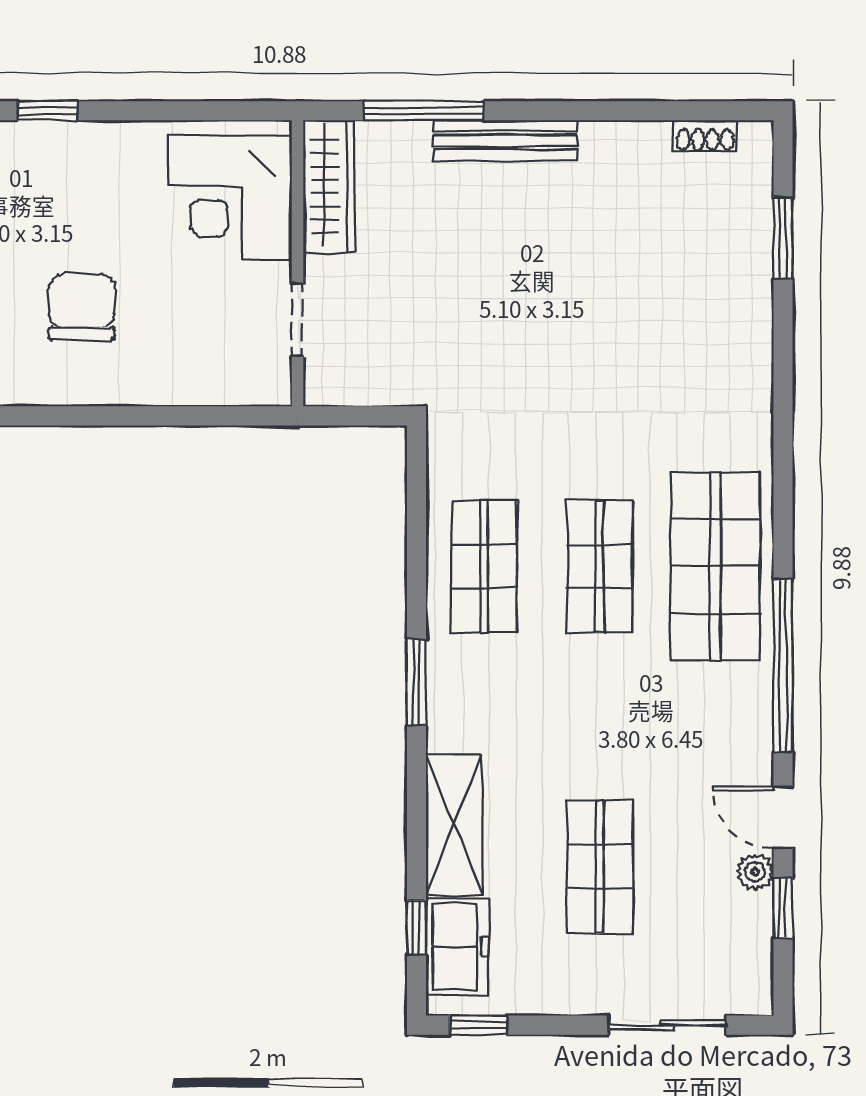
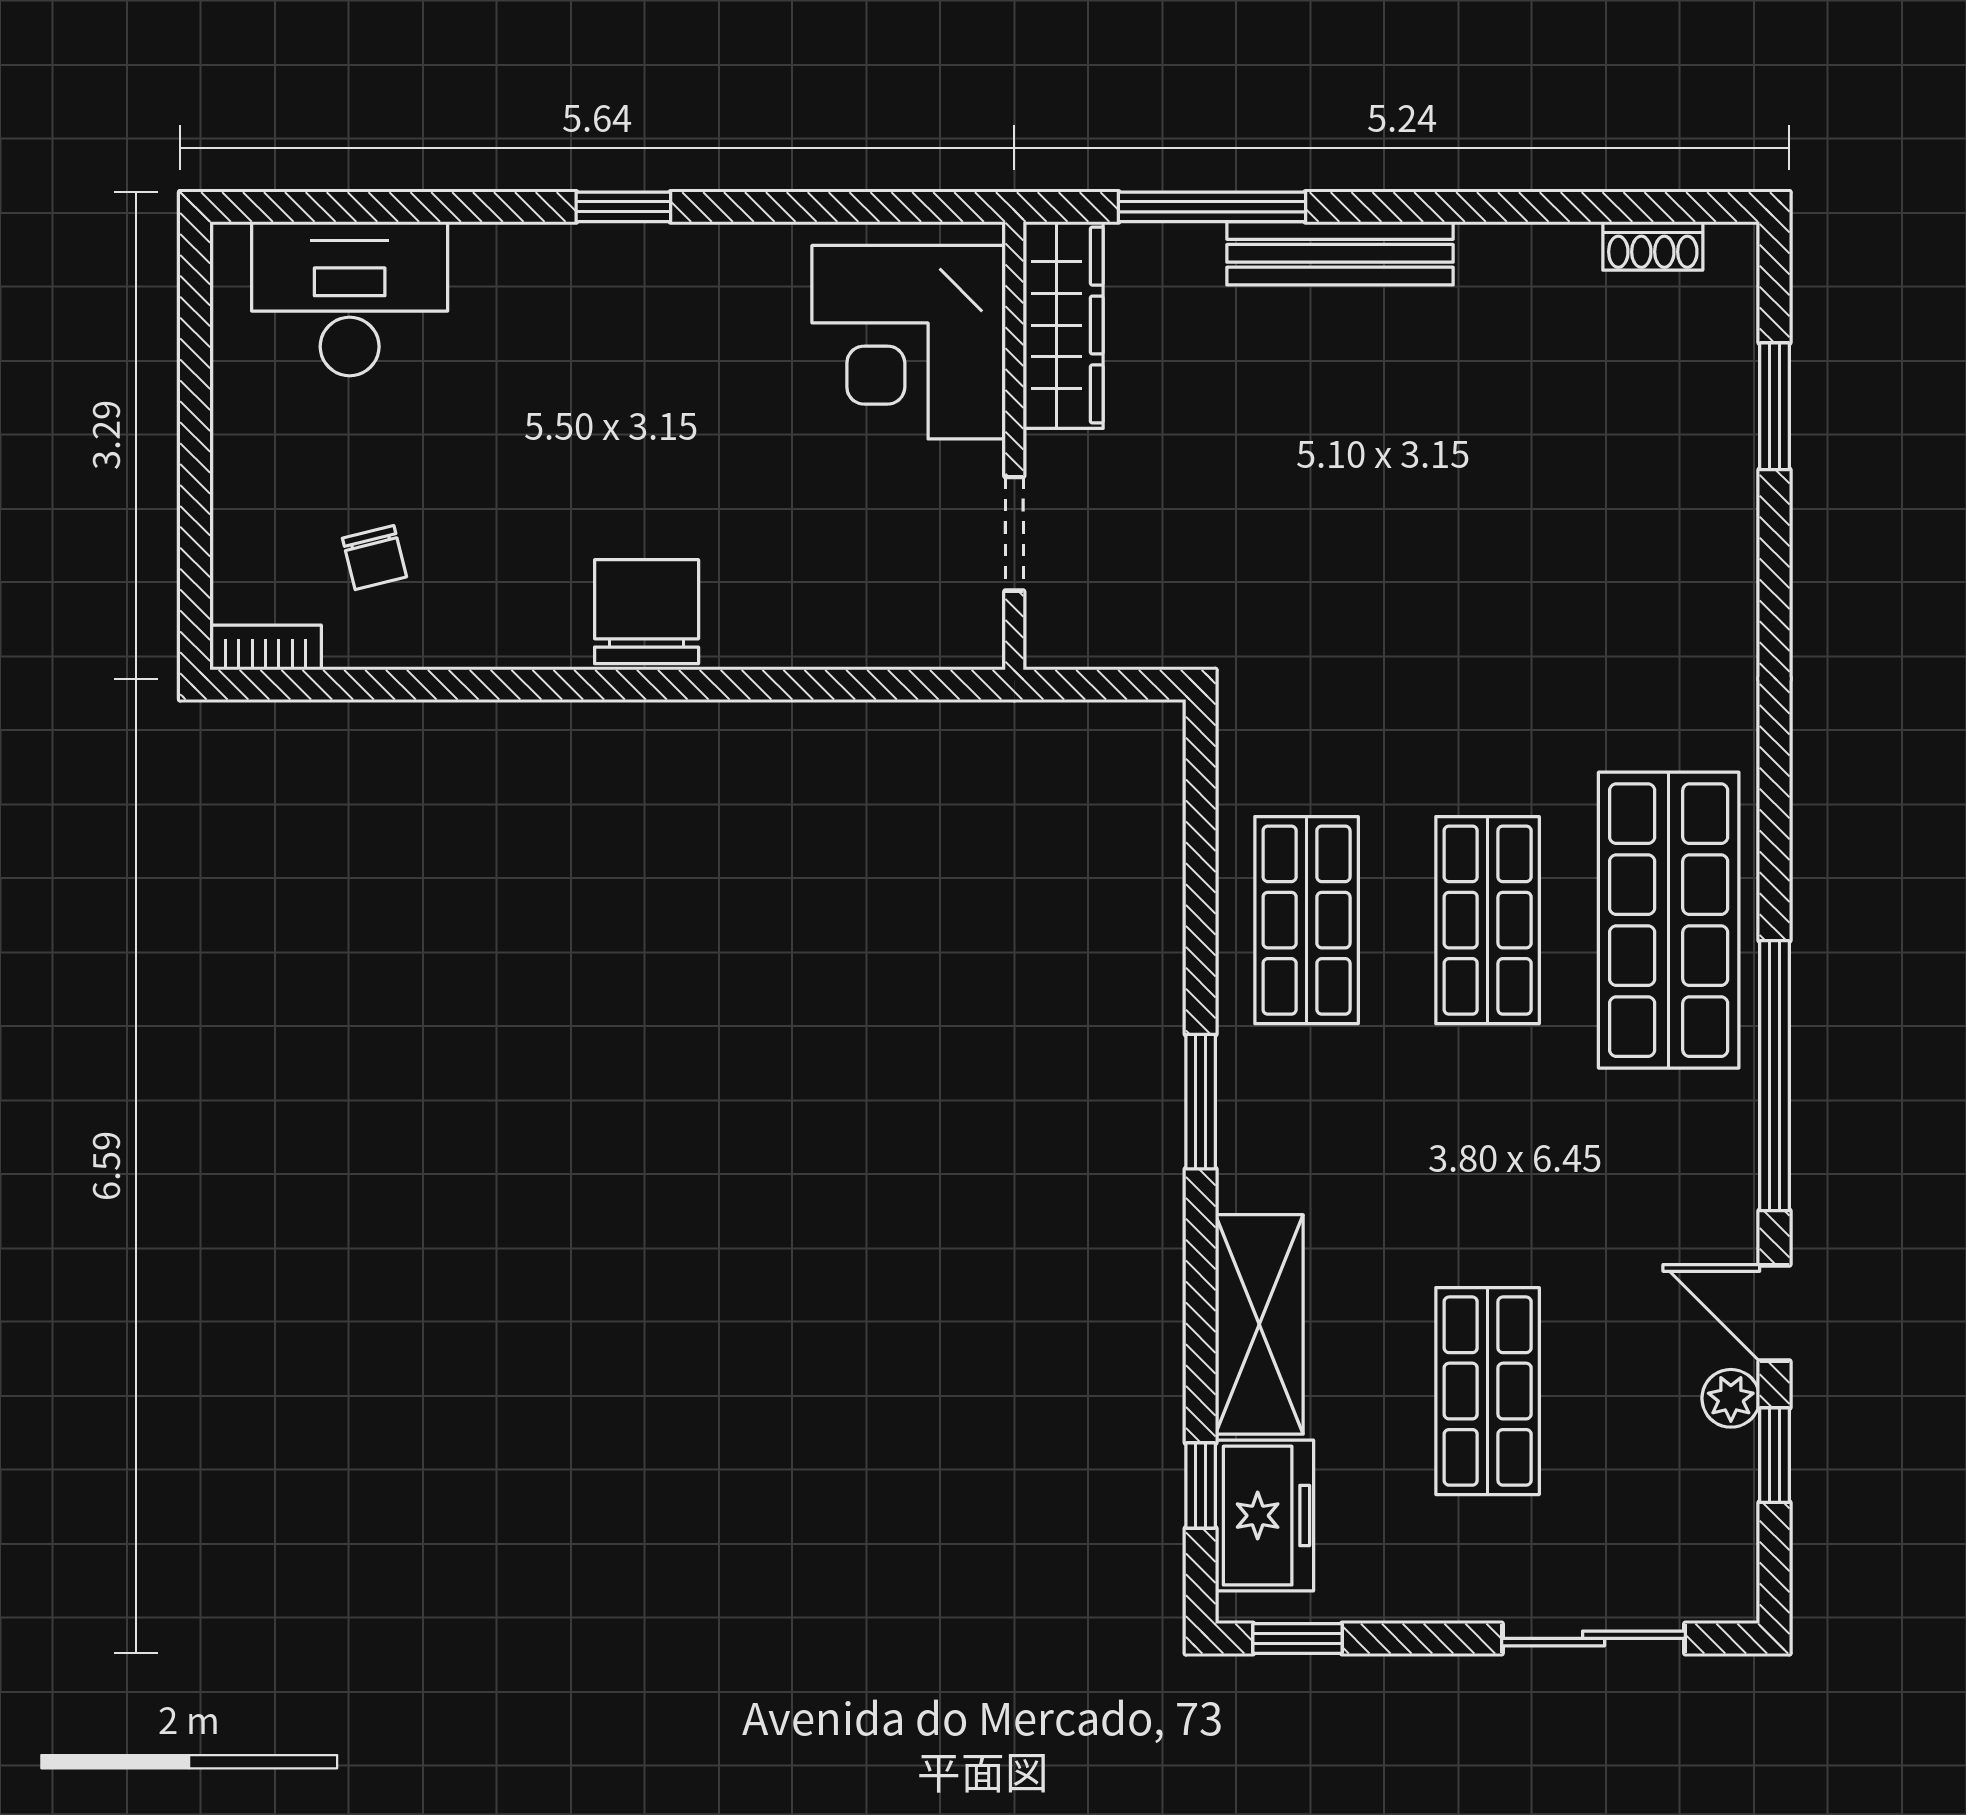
chair: (82, 307) -> (647, 612), moved

